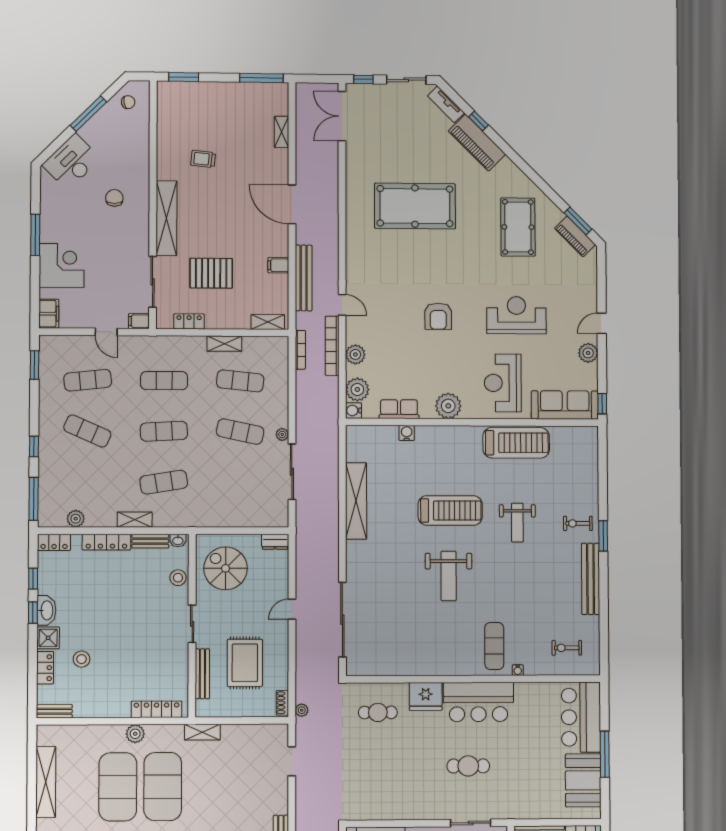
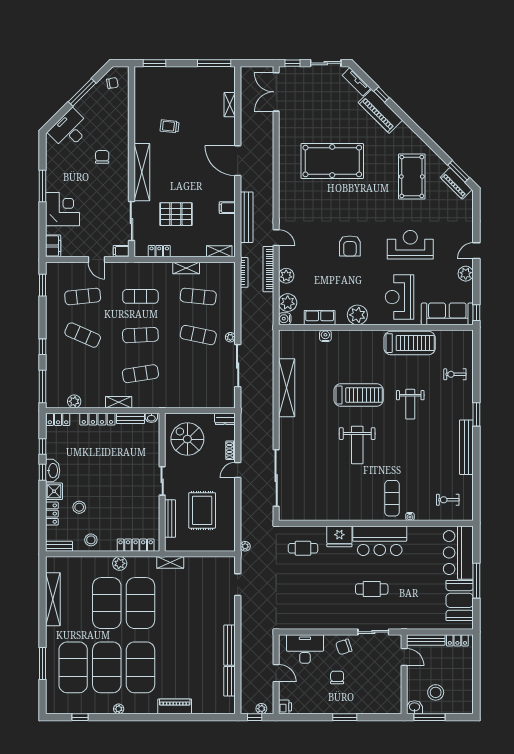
exercise bike: (578, 523) -> (455, 374), moved
stool: (178, 578) -> (91, 540), moved
shoe rack: (282, 703) -> (231, 450), moved

